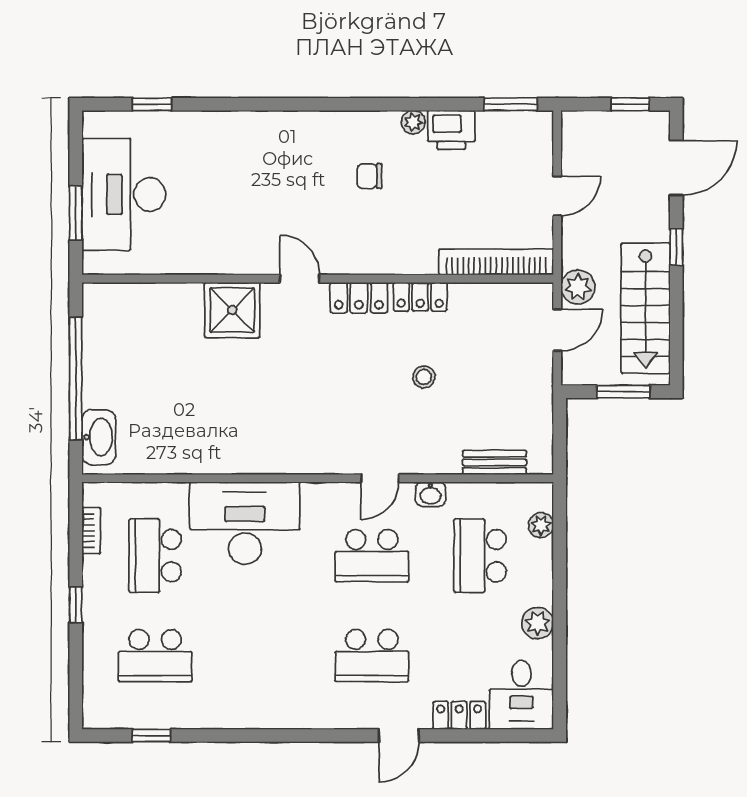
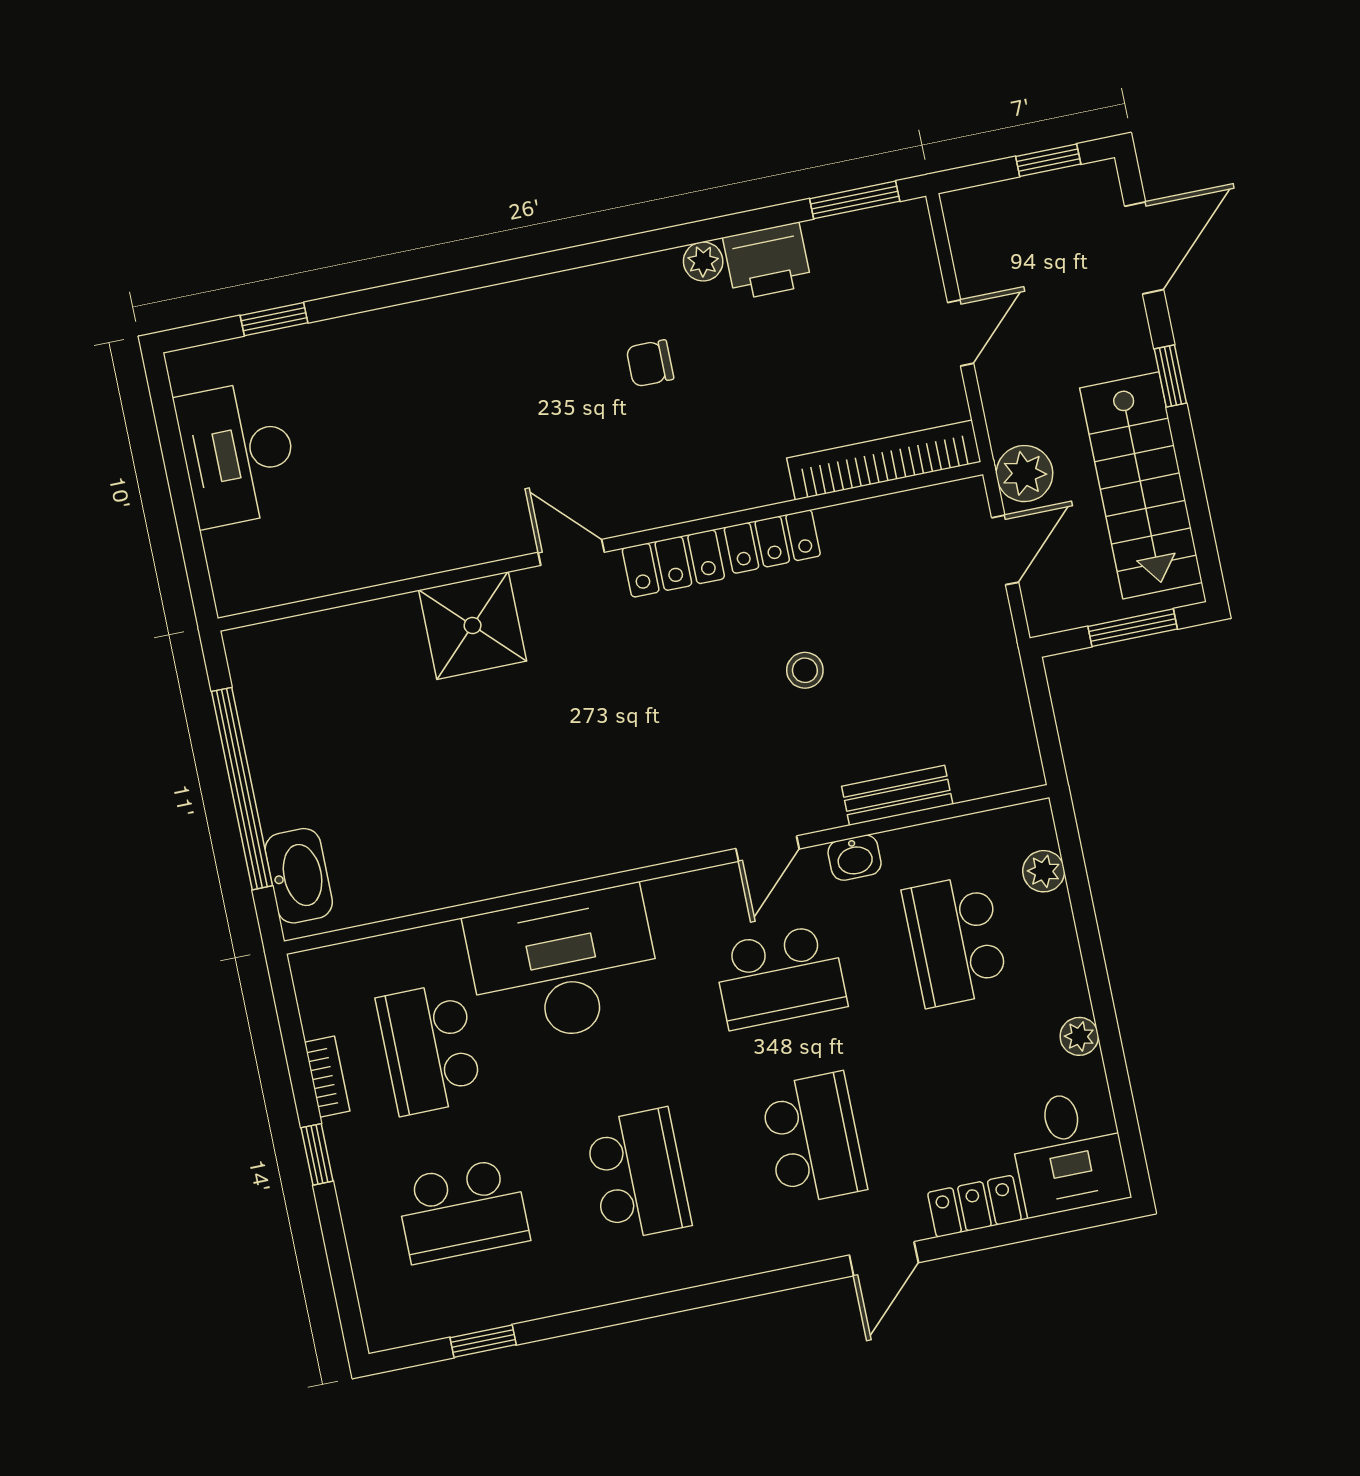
desk: (124, 194) -> (238, 453), width x0.73, depth x0.77
window: (76, 213) -> (187, 521), removed
bench: (494, 462) -> (897, 795), moved
bookcase: (91, 531) -> (327, 1077), moved
plant: (538, 623) -> (1079, 1036), width x0.73, depth x0.73
school desk: (264, 656) -> (638, 1175), added
school desk: (372, 656) -> (813, 1139), turned -90

